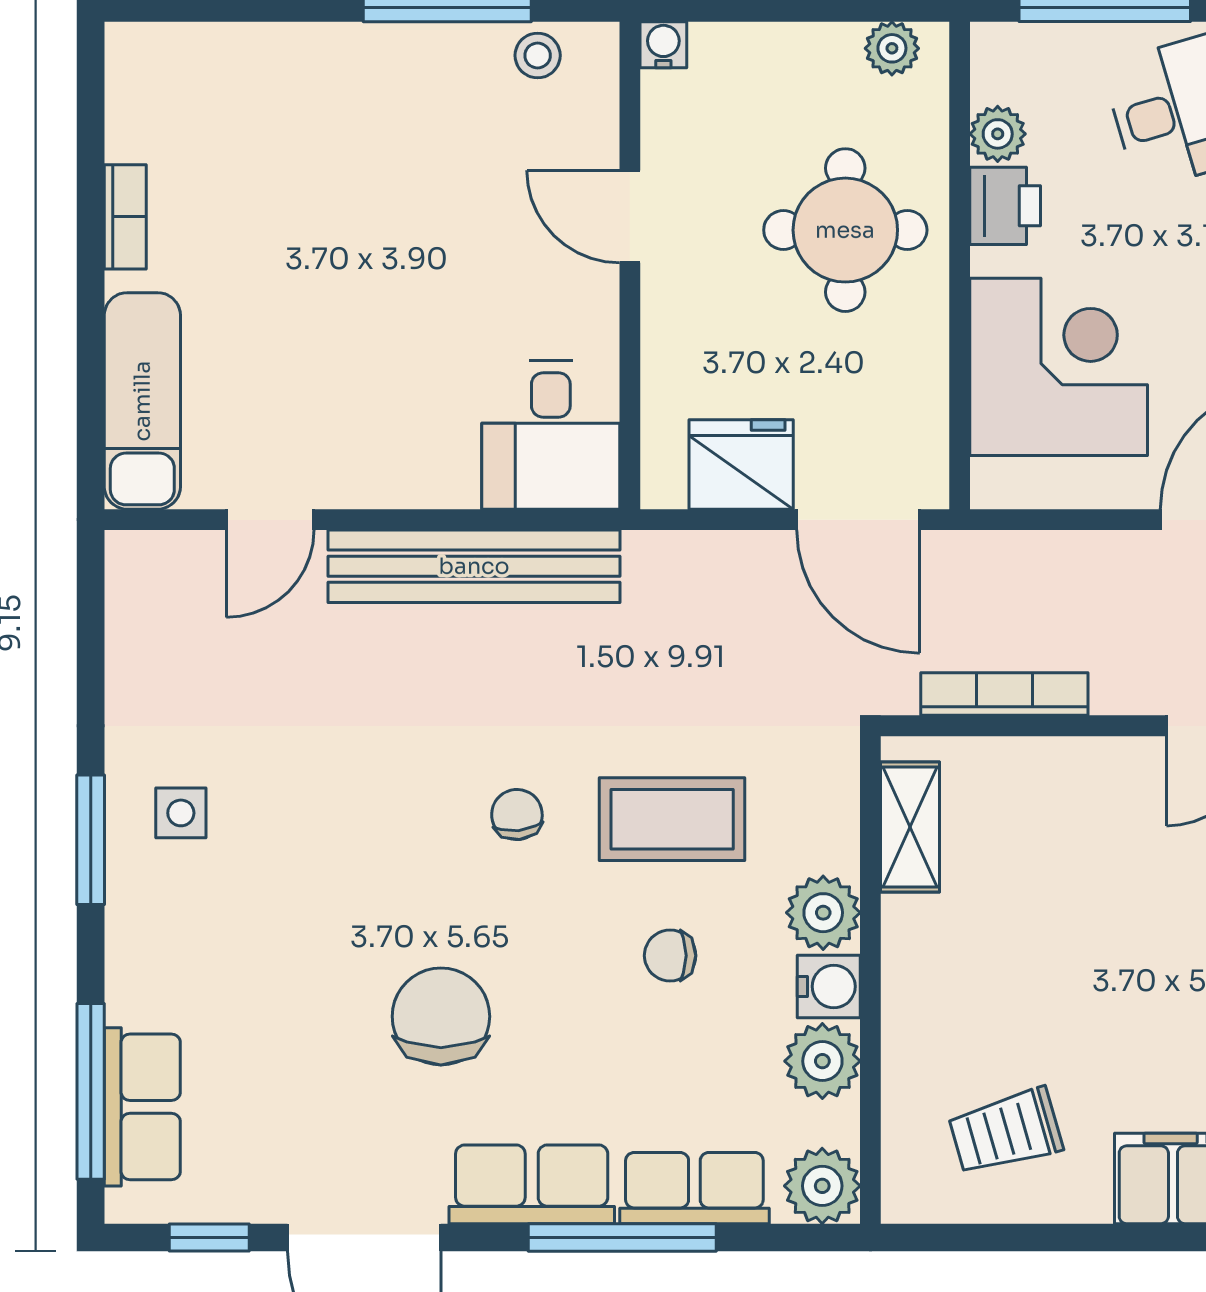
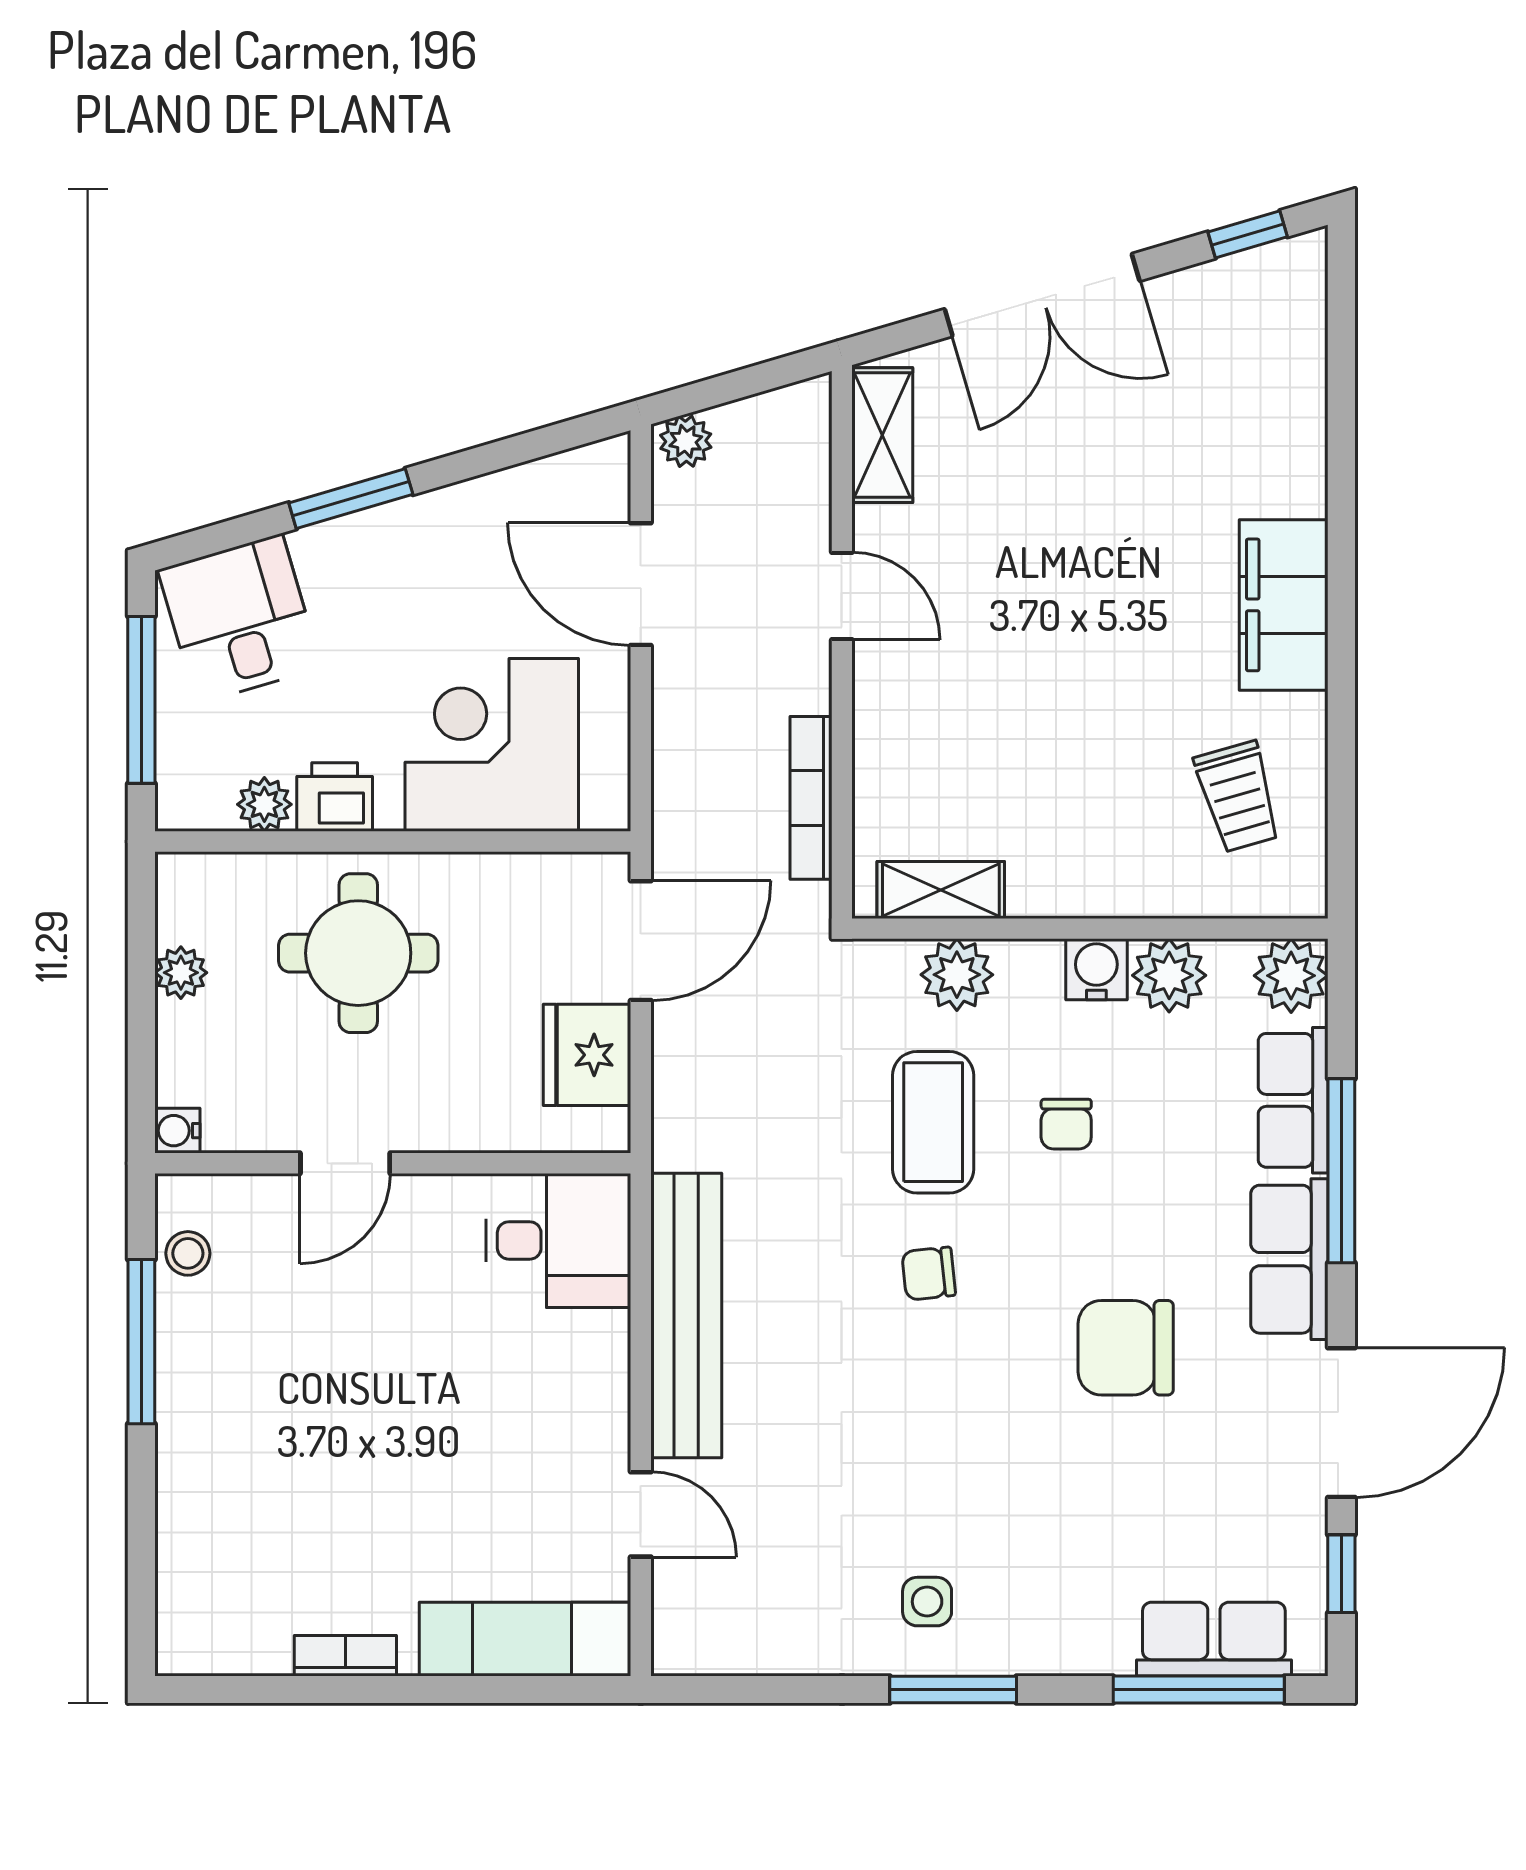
plant: (892, 48) -> (181, 973), moved
plant: (823, 913) -> (957, 975), moved

